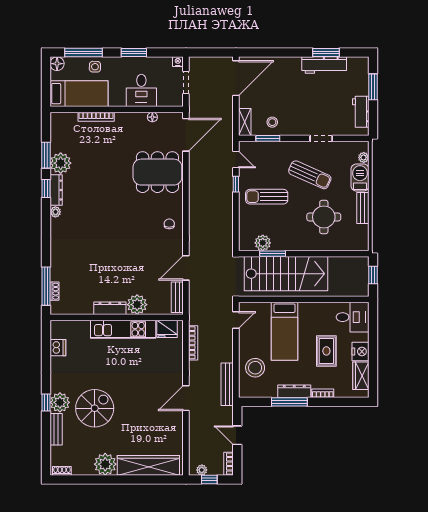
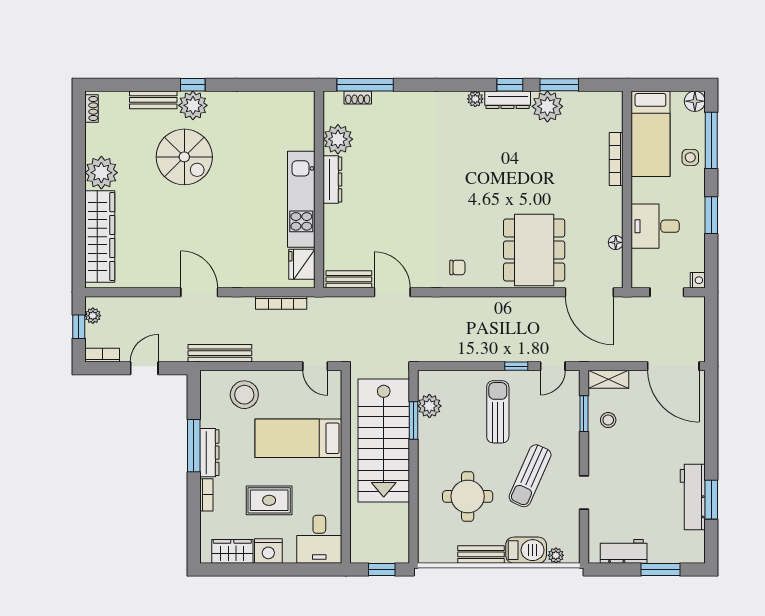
plant: (137, 305) -> (338, 139), moved
dishwasher: (58, 348) -> (274, 102), removed

